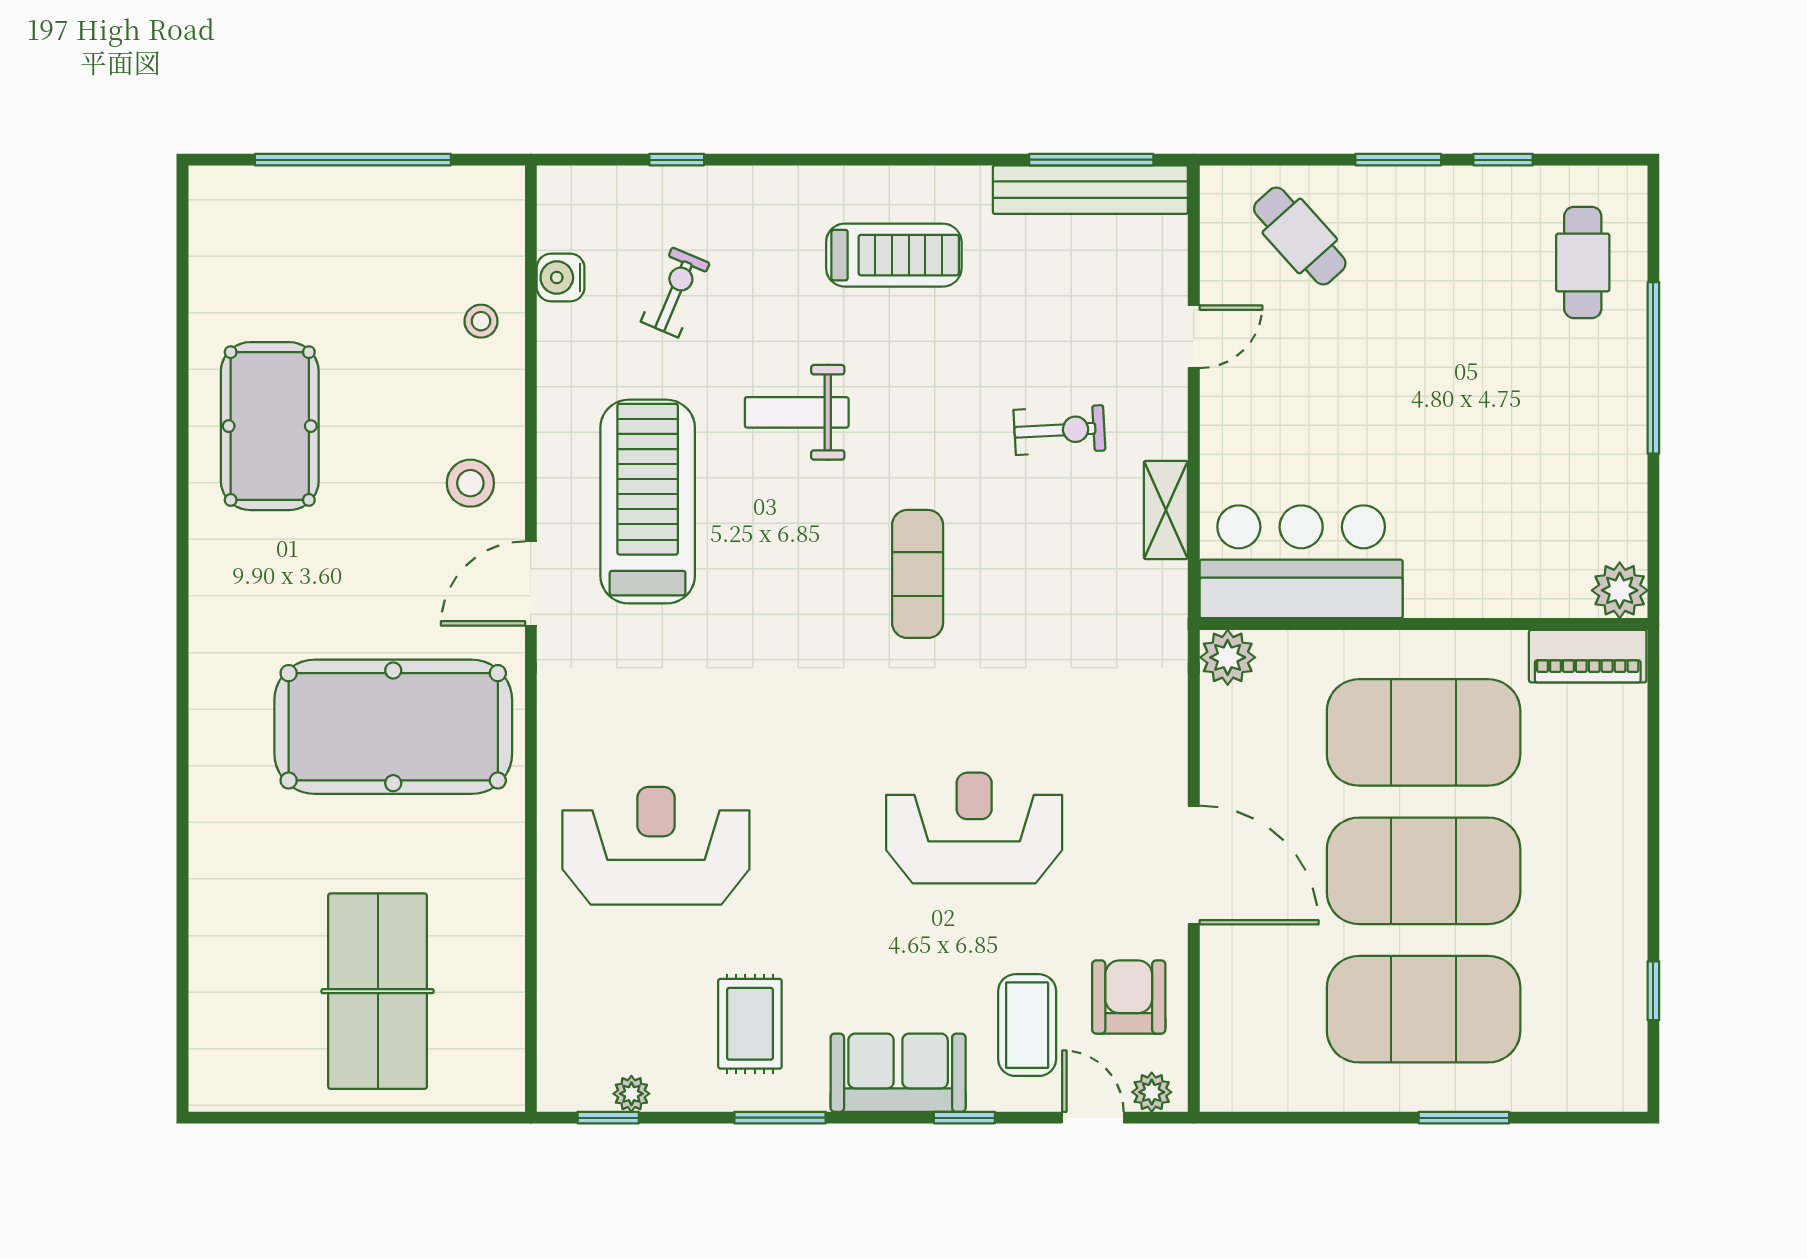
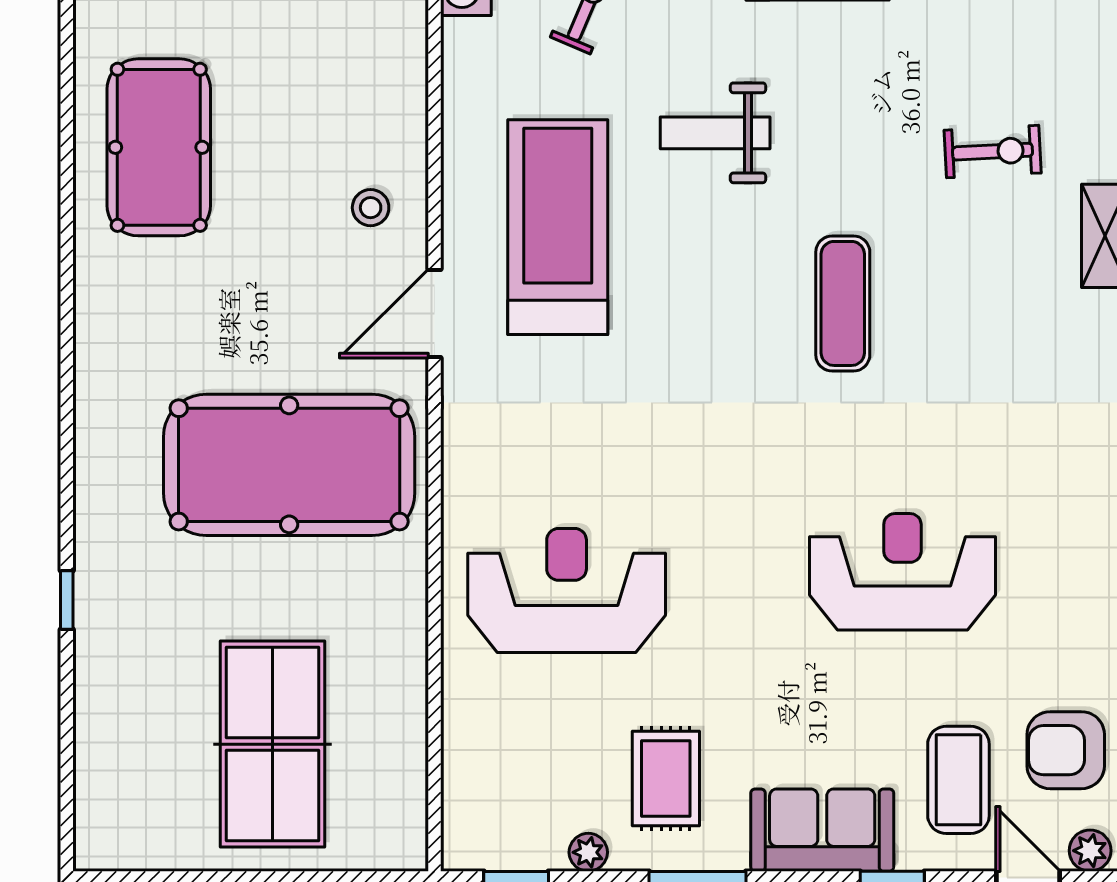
stool: (481, 321) -> (382, 37), removed
stool: (470, 483) -> (371, 208), width x0.73, depth x0.73
window: (183, 855) -> (67, 600), added
armchair: (1129, 997) -> (1066, 750), turned -90
plant: (631, 1094) -> (588, 852), moved

